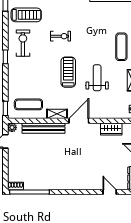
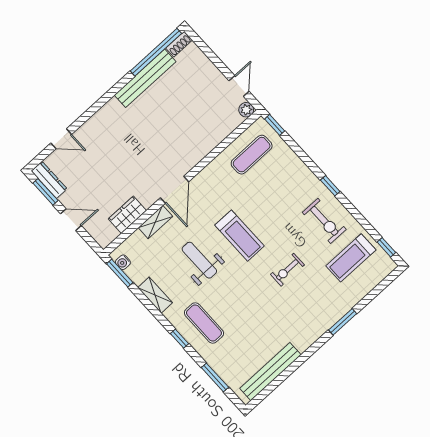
weight bench: (97, 78) -> (199, 260), turned 180
shelving: (57, 114) -> (155, 222), moved
bench: (44, 128) -> (145, 78), moved

